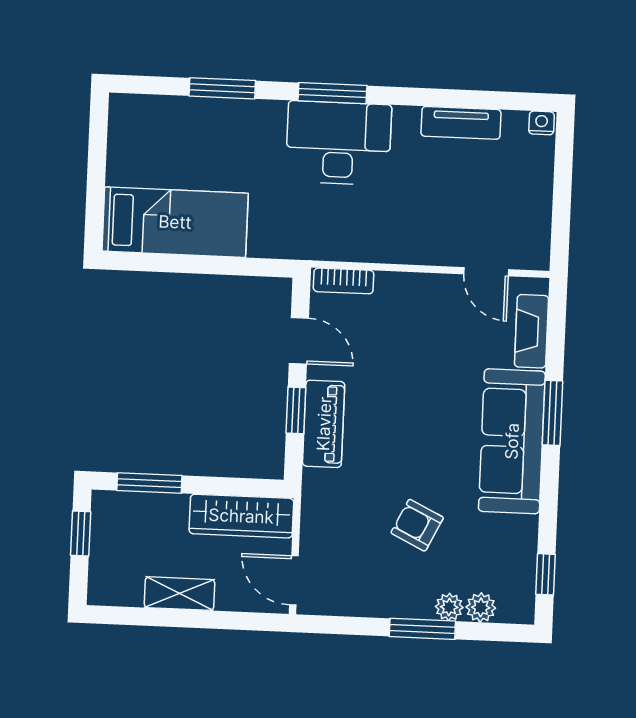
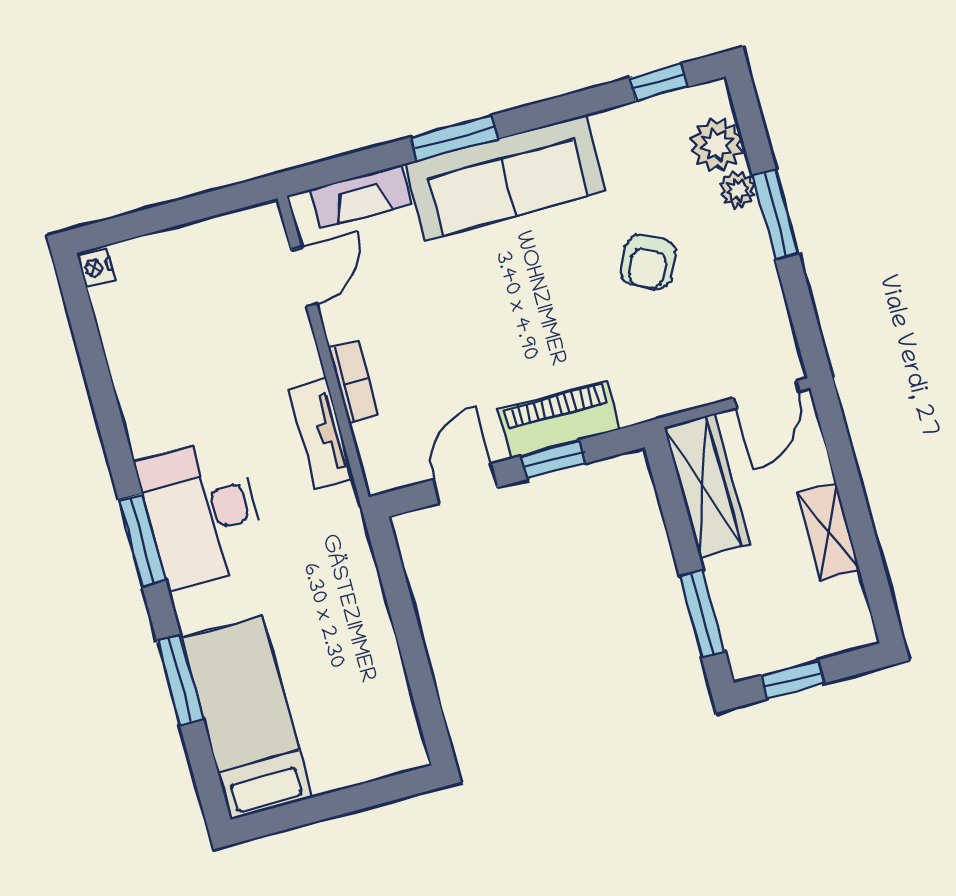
tv unit: (461, 123) -> (321, 434), moved, turned 180
bed: (175, 222) -> (247, 718), moved
bookcase: (344, 281) -> (354, 382), moved
plant: (481, 607) -> (717, 145), width x1.38, depth x1.38

